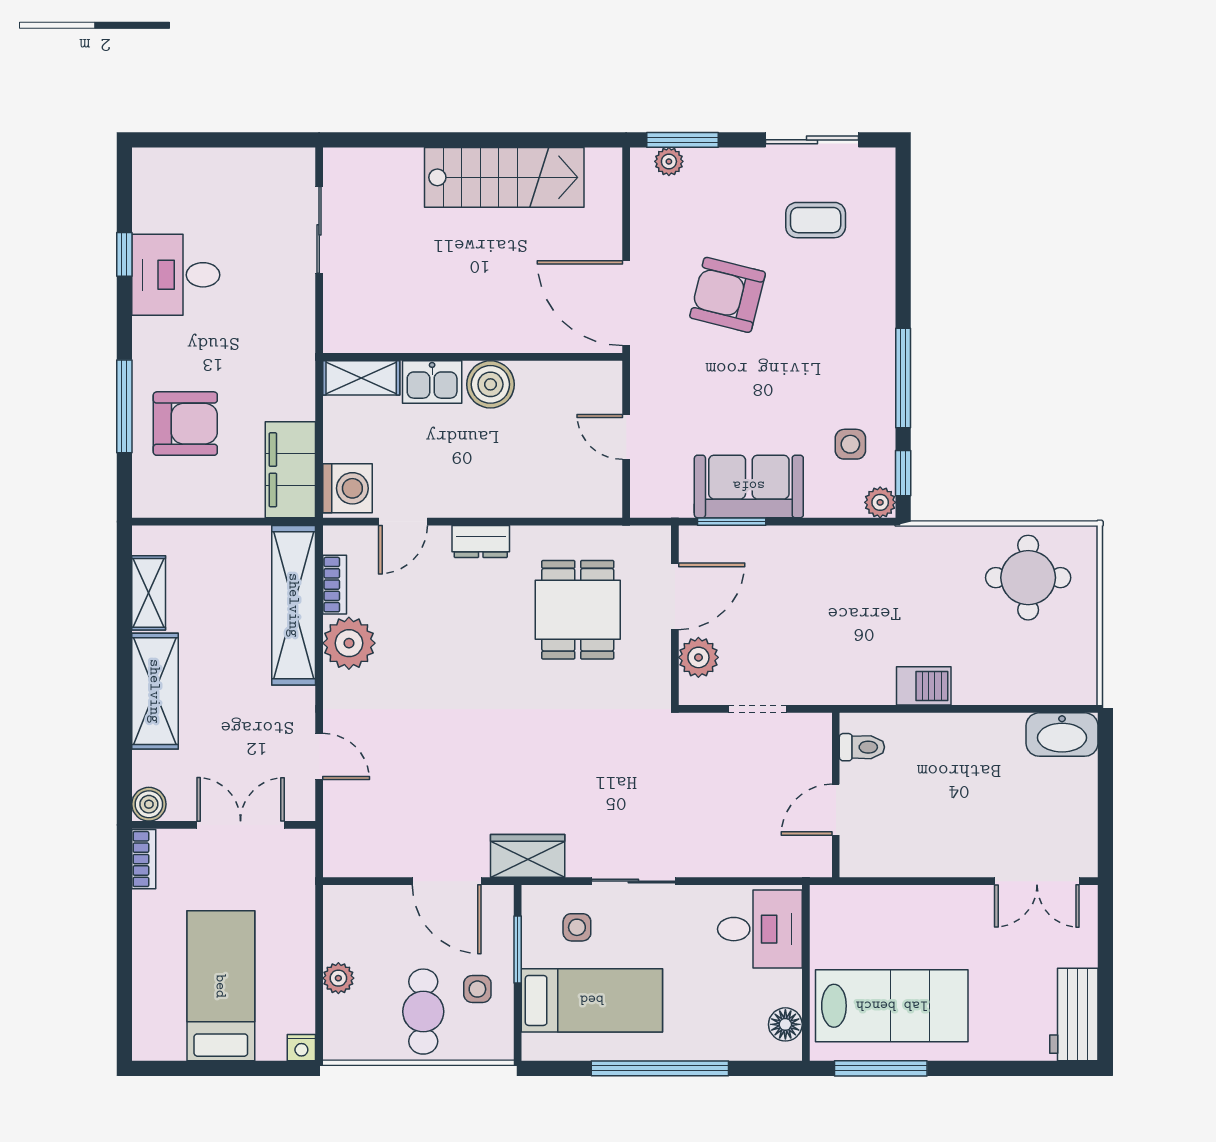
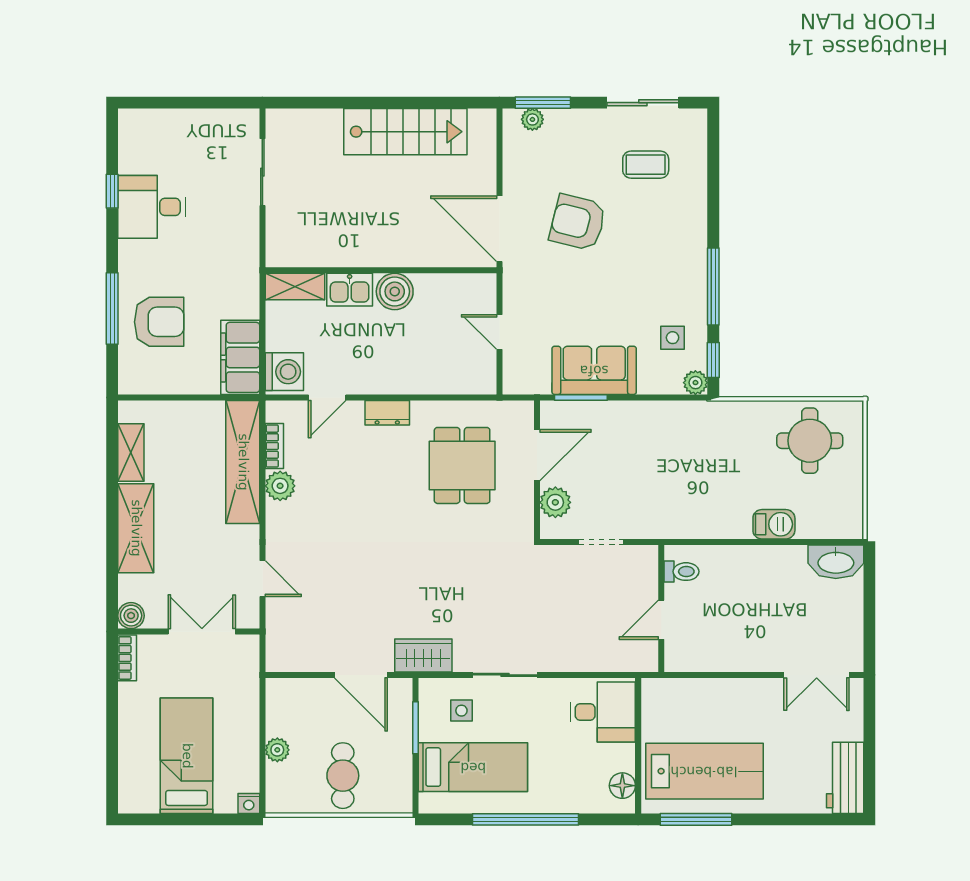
plant: (349, 643) -> (280, 486), width x0.73, depth x0.73
barbecue: (924, 686) -> (774, 524), moved
side table: (477, 989) -> (385, 758), removed

